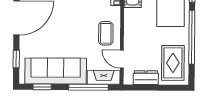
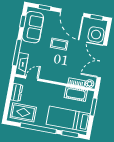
coffee table: (106, 33) -> (59, 44), moved
sofa: (56, 71) -> (33, 27), width x0.73

